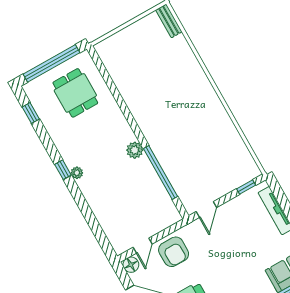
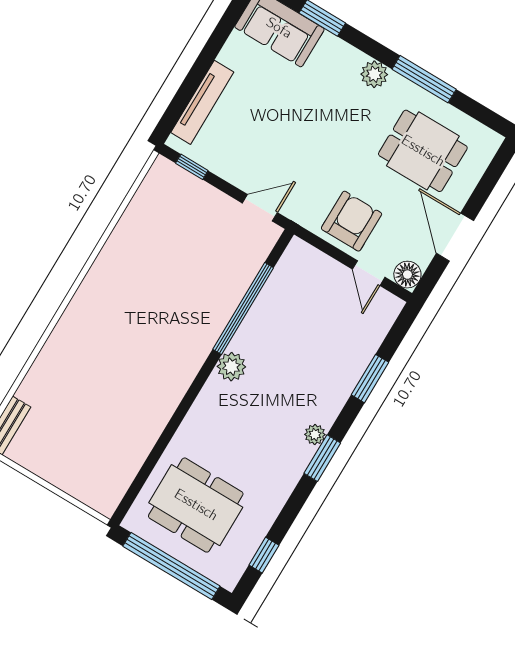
dining table: (75, 93) -> (196, 505), width x1.38
window: (63, 170) -> (322, 458), width x1.50
window: (89, 216) -> (370, 379), added
door: (143, 246) -> (369, 273), swing flipped

